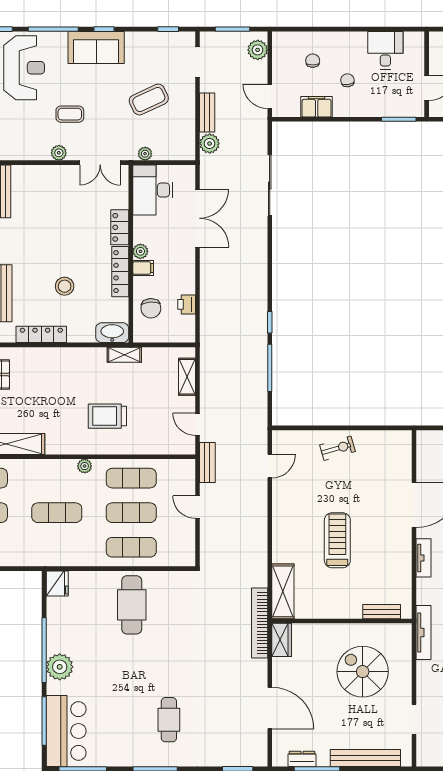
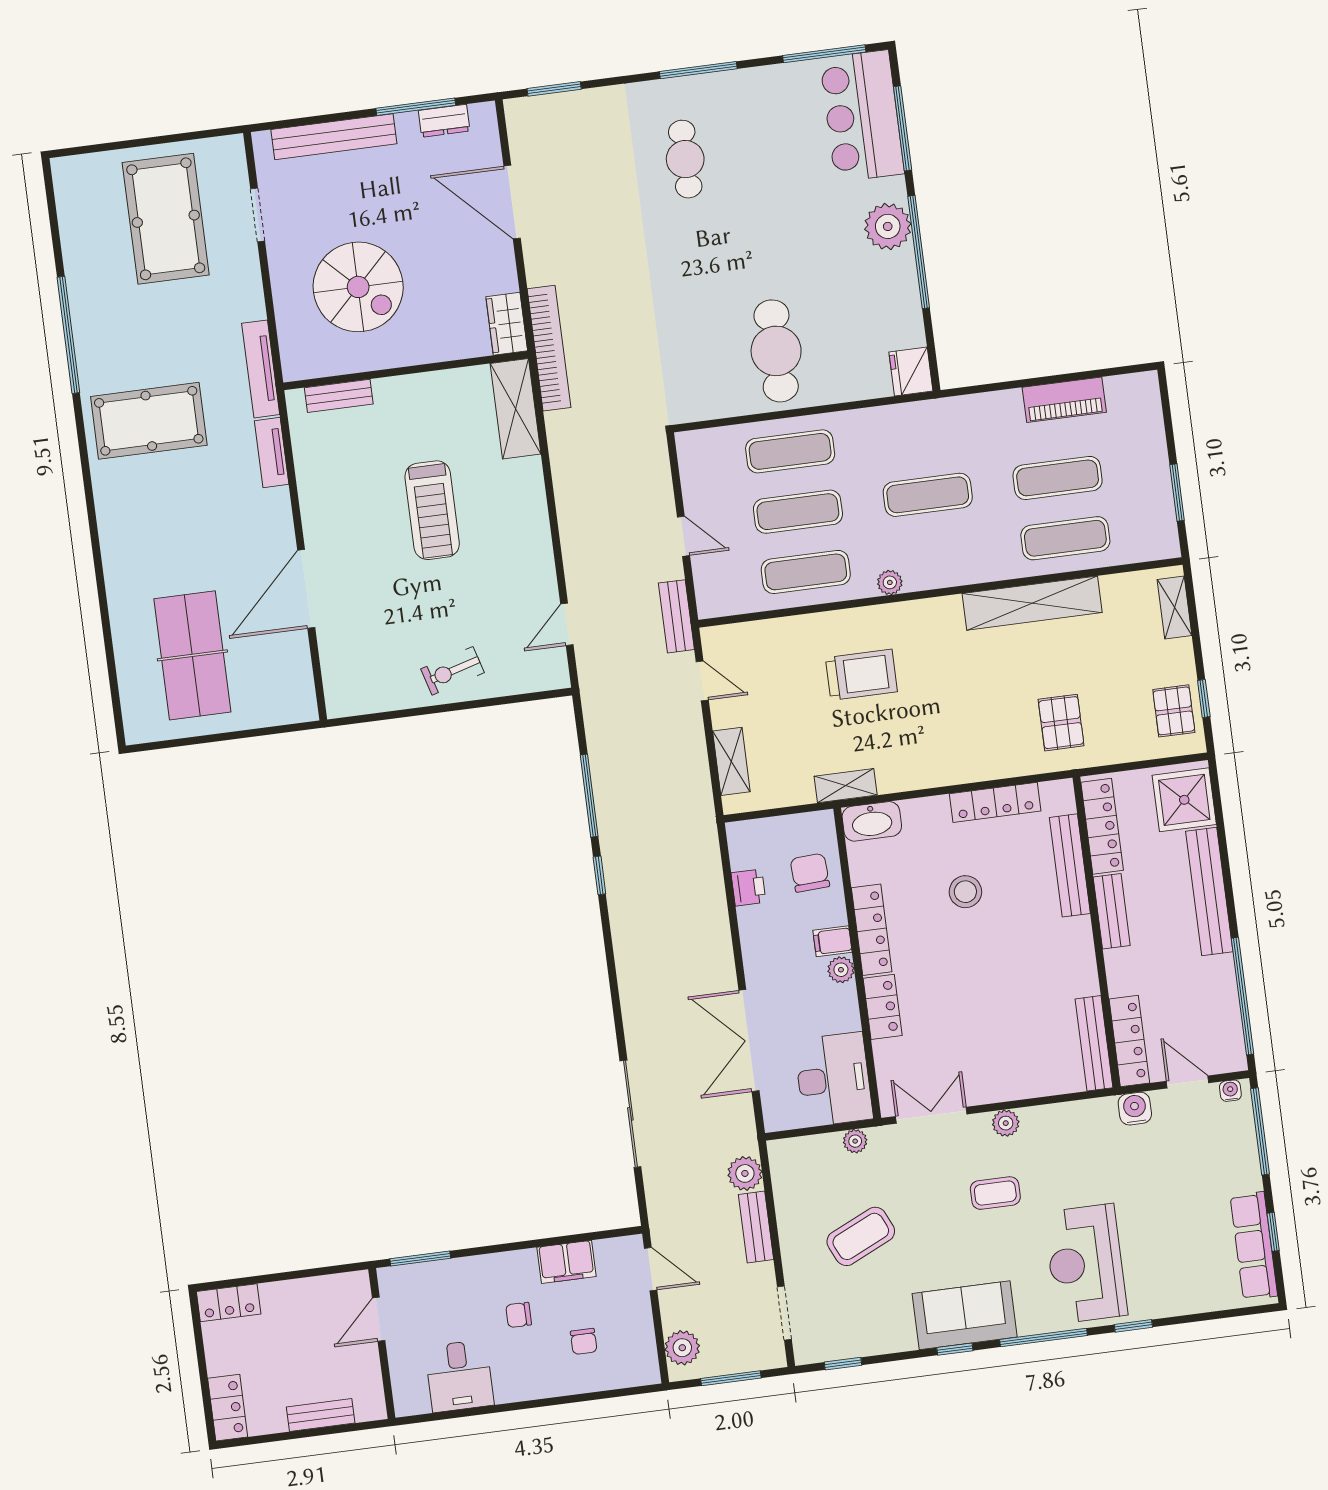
chair: (347, 80) -> (519, 1315), turned 98
tv unit: (424, 558) -> (272, 452), moved

